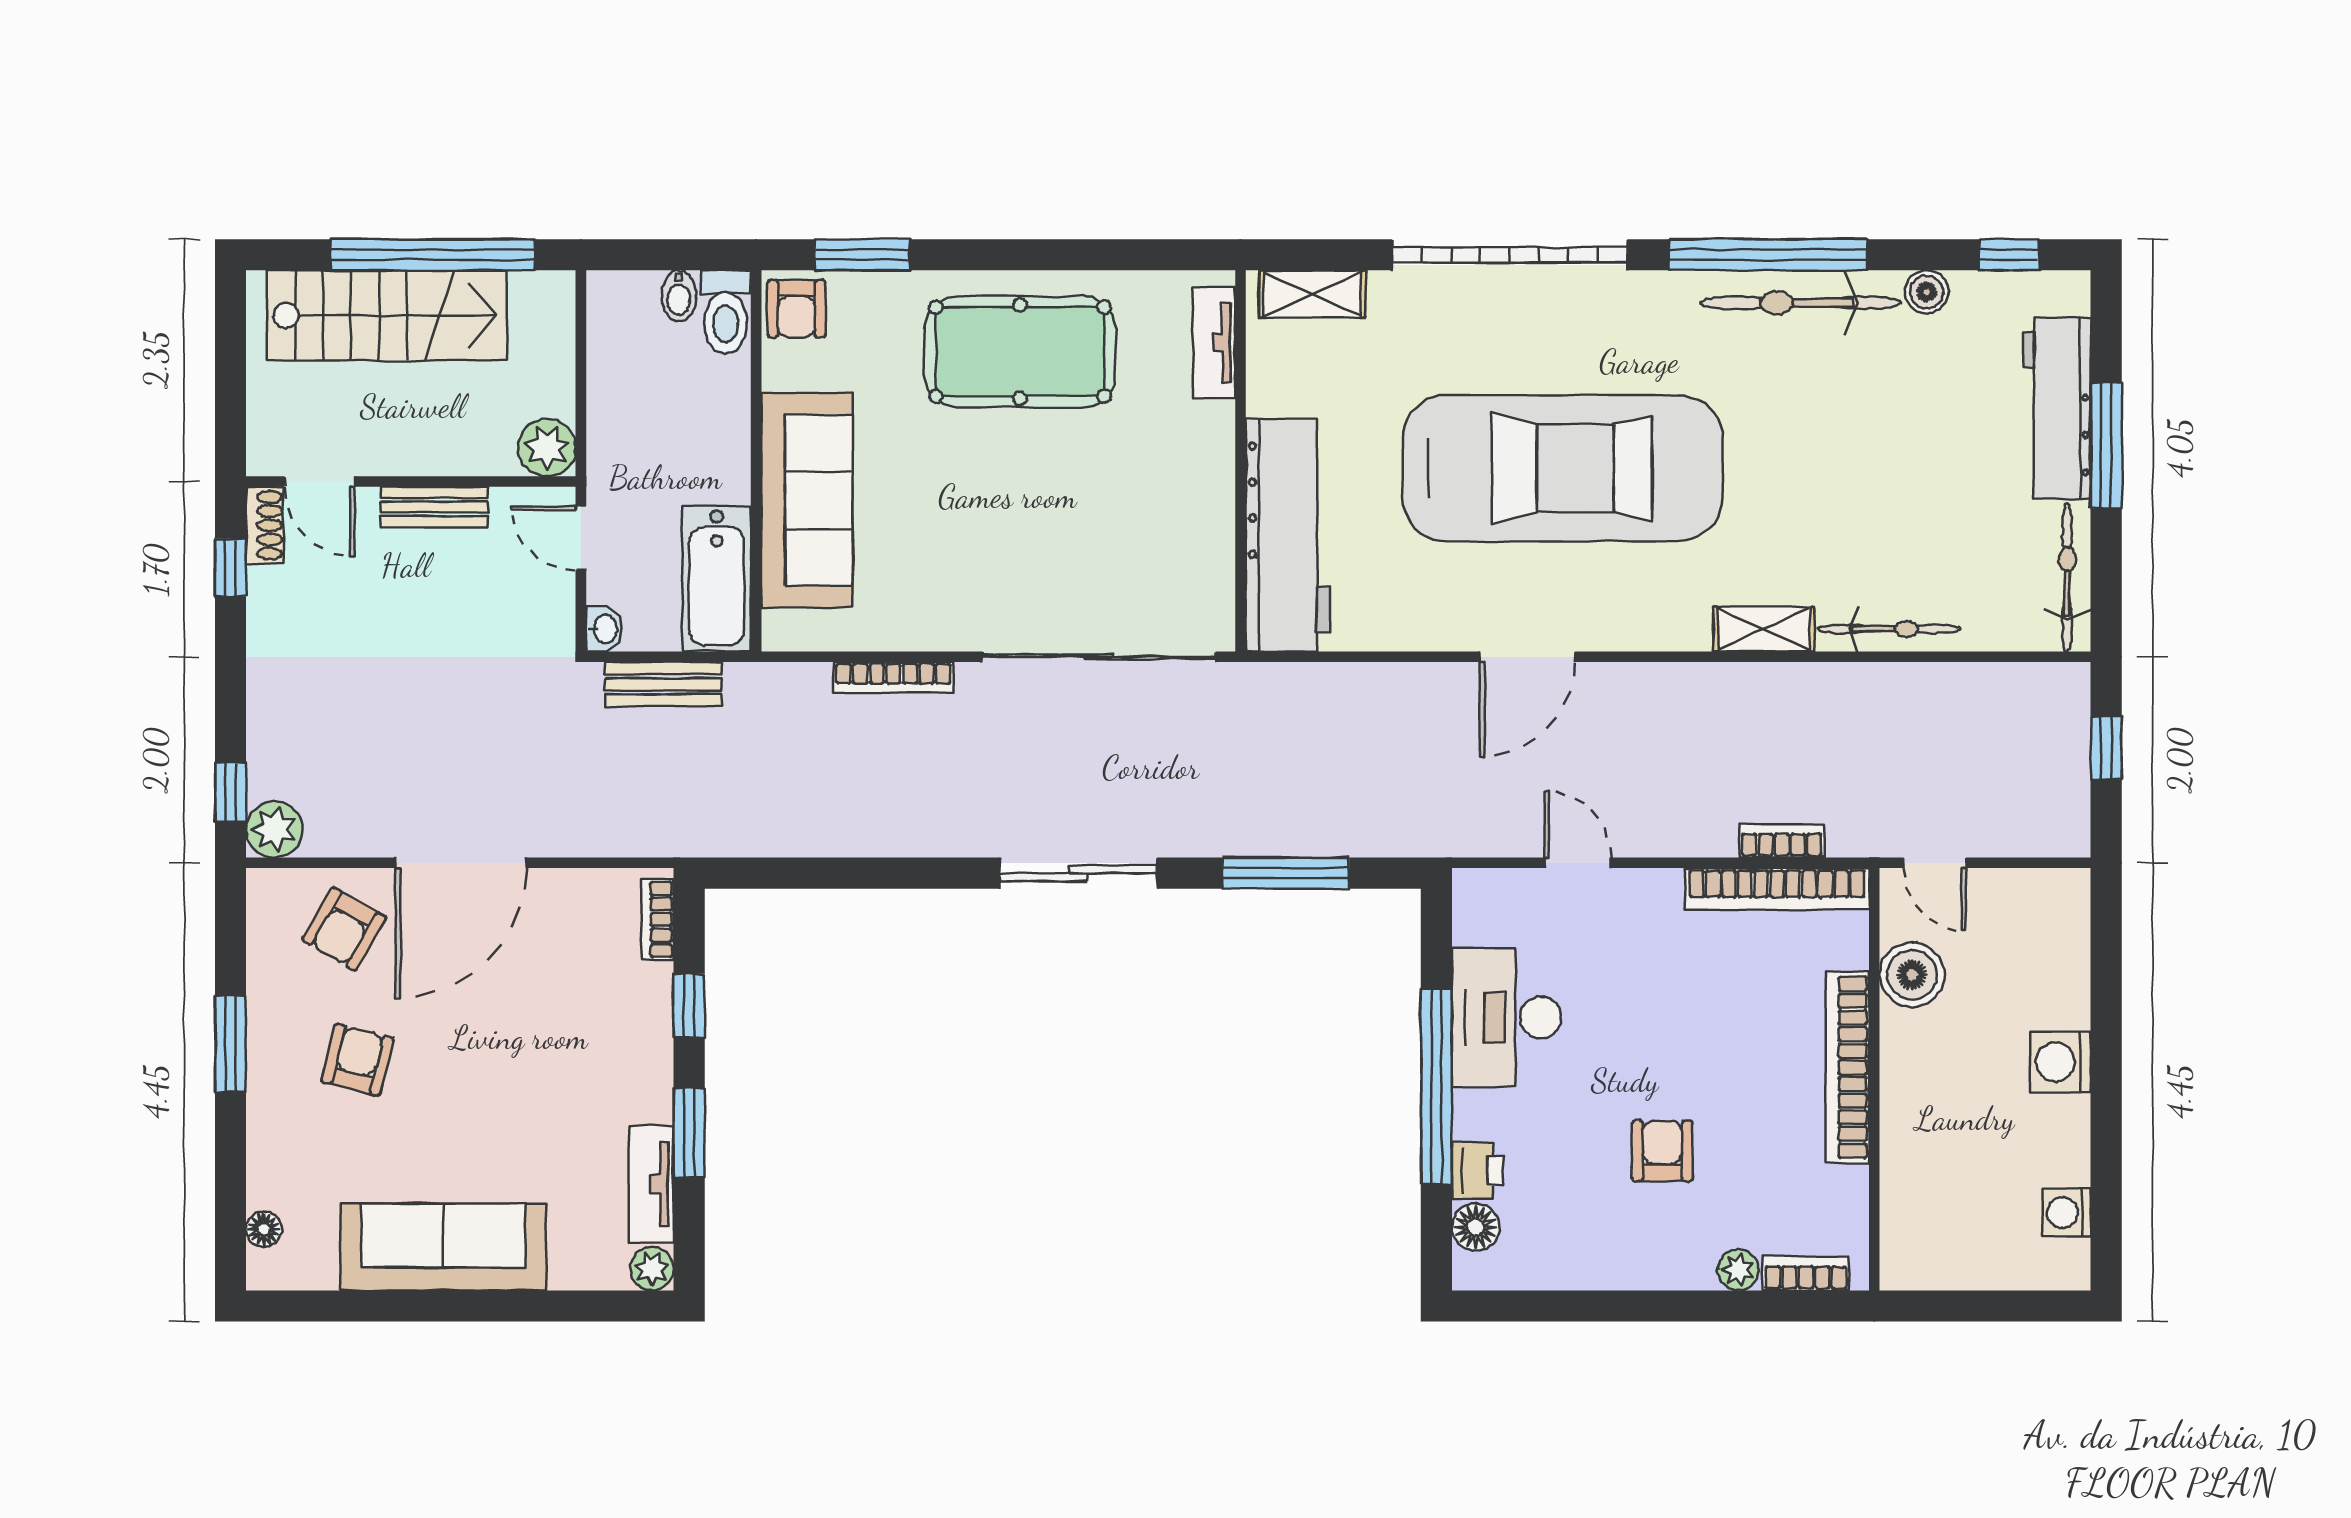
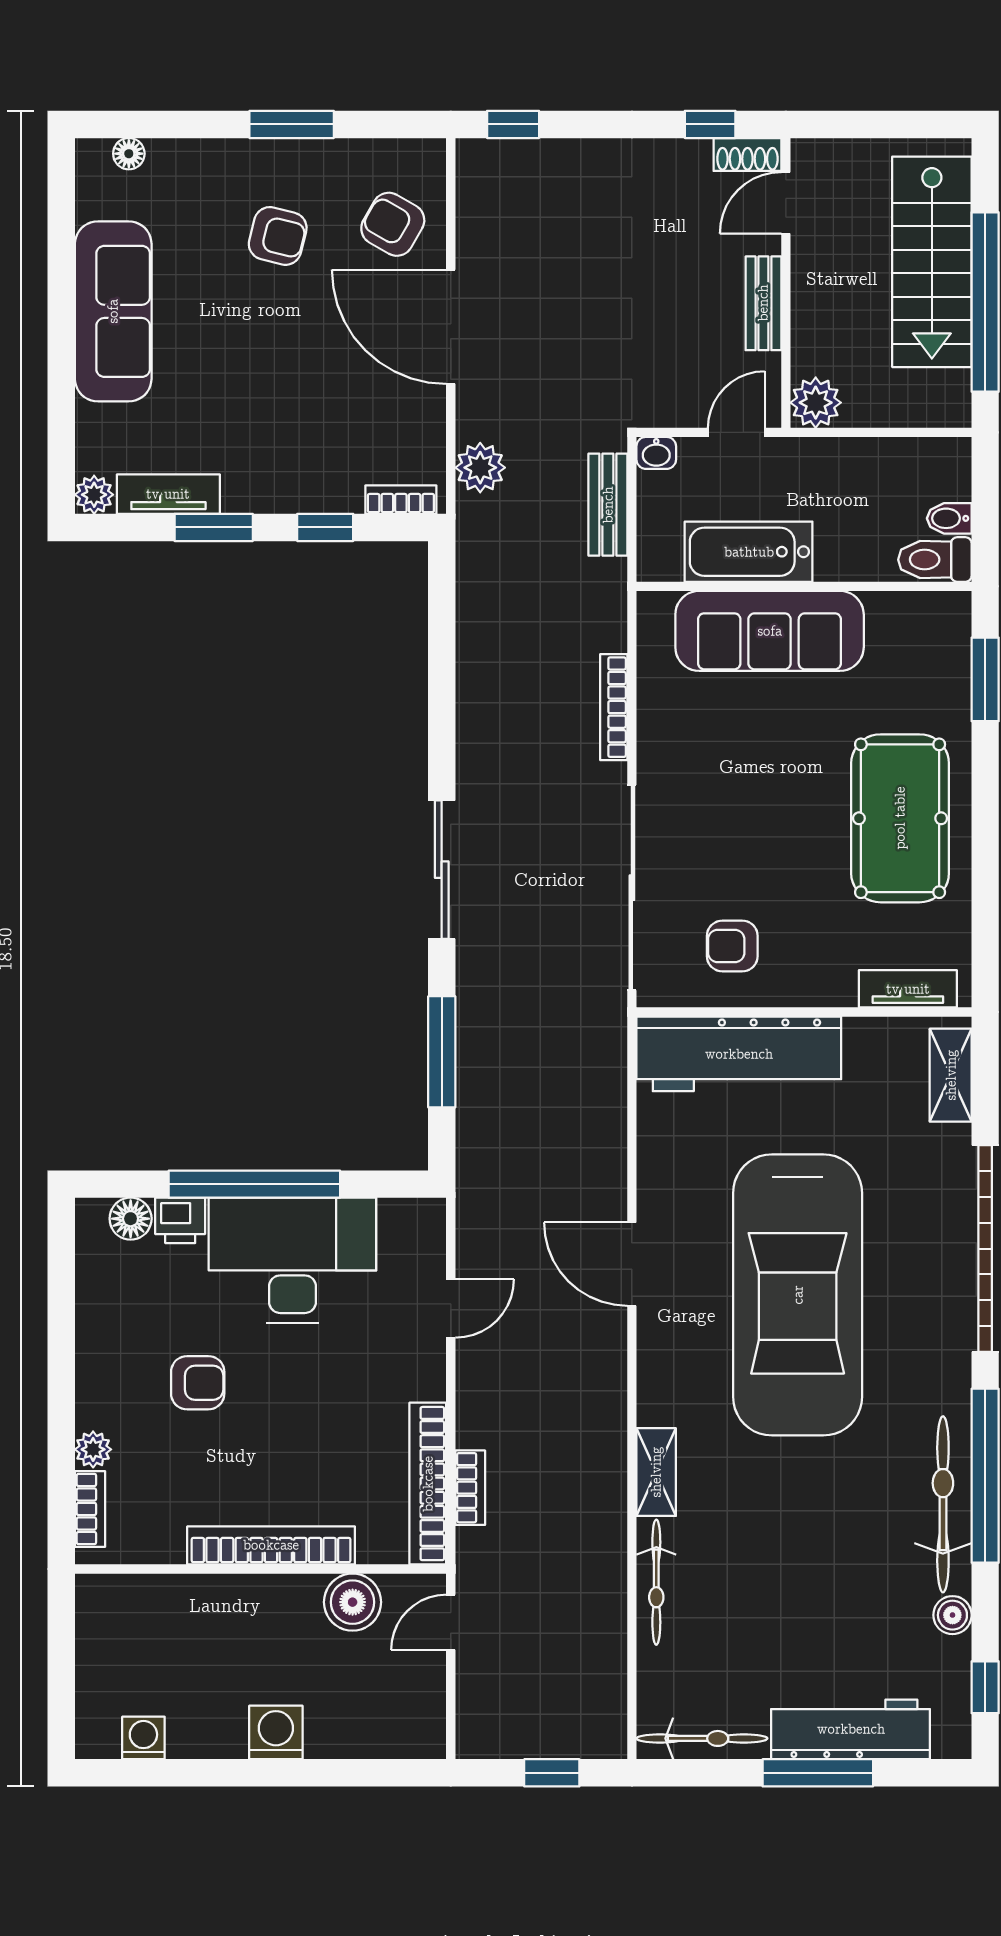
armchair: (796, 309) -> (732, 946), moved
bathtub: (717, 579) -> (749, 552), moved
plant: (274, 829) -> (480, 468), moved
desk: (1507, 1018) -> (292, 1260), width x1.36, depth x1.30

